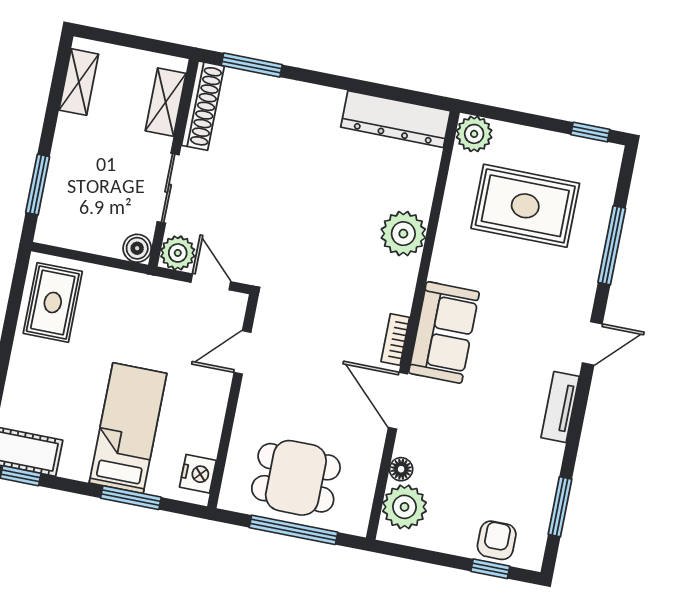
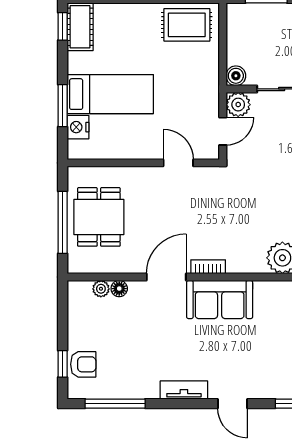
nightstand: (198, 474) -> (78, 127), moved, turned 90
plant: (405, 507) -> (101, 289), width x0.53, depth x0.53
window: (560, 507) -> (115, 404), width x1.44

